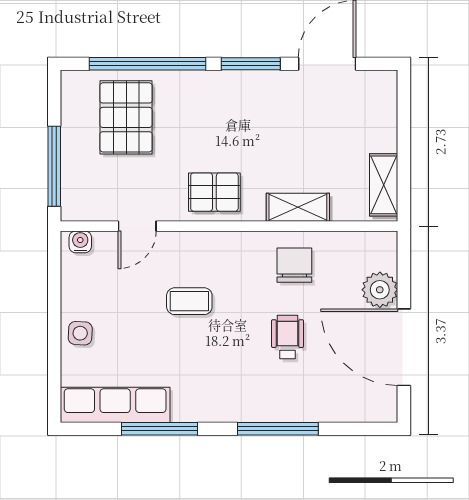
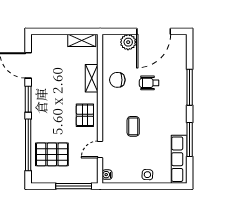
door: (137, 226) -> (100, 149), swing flipped

